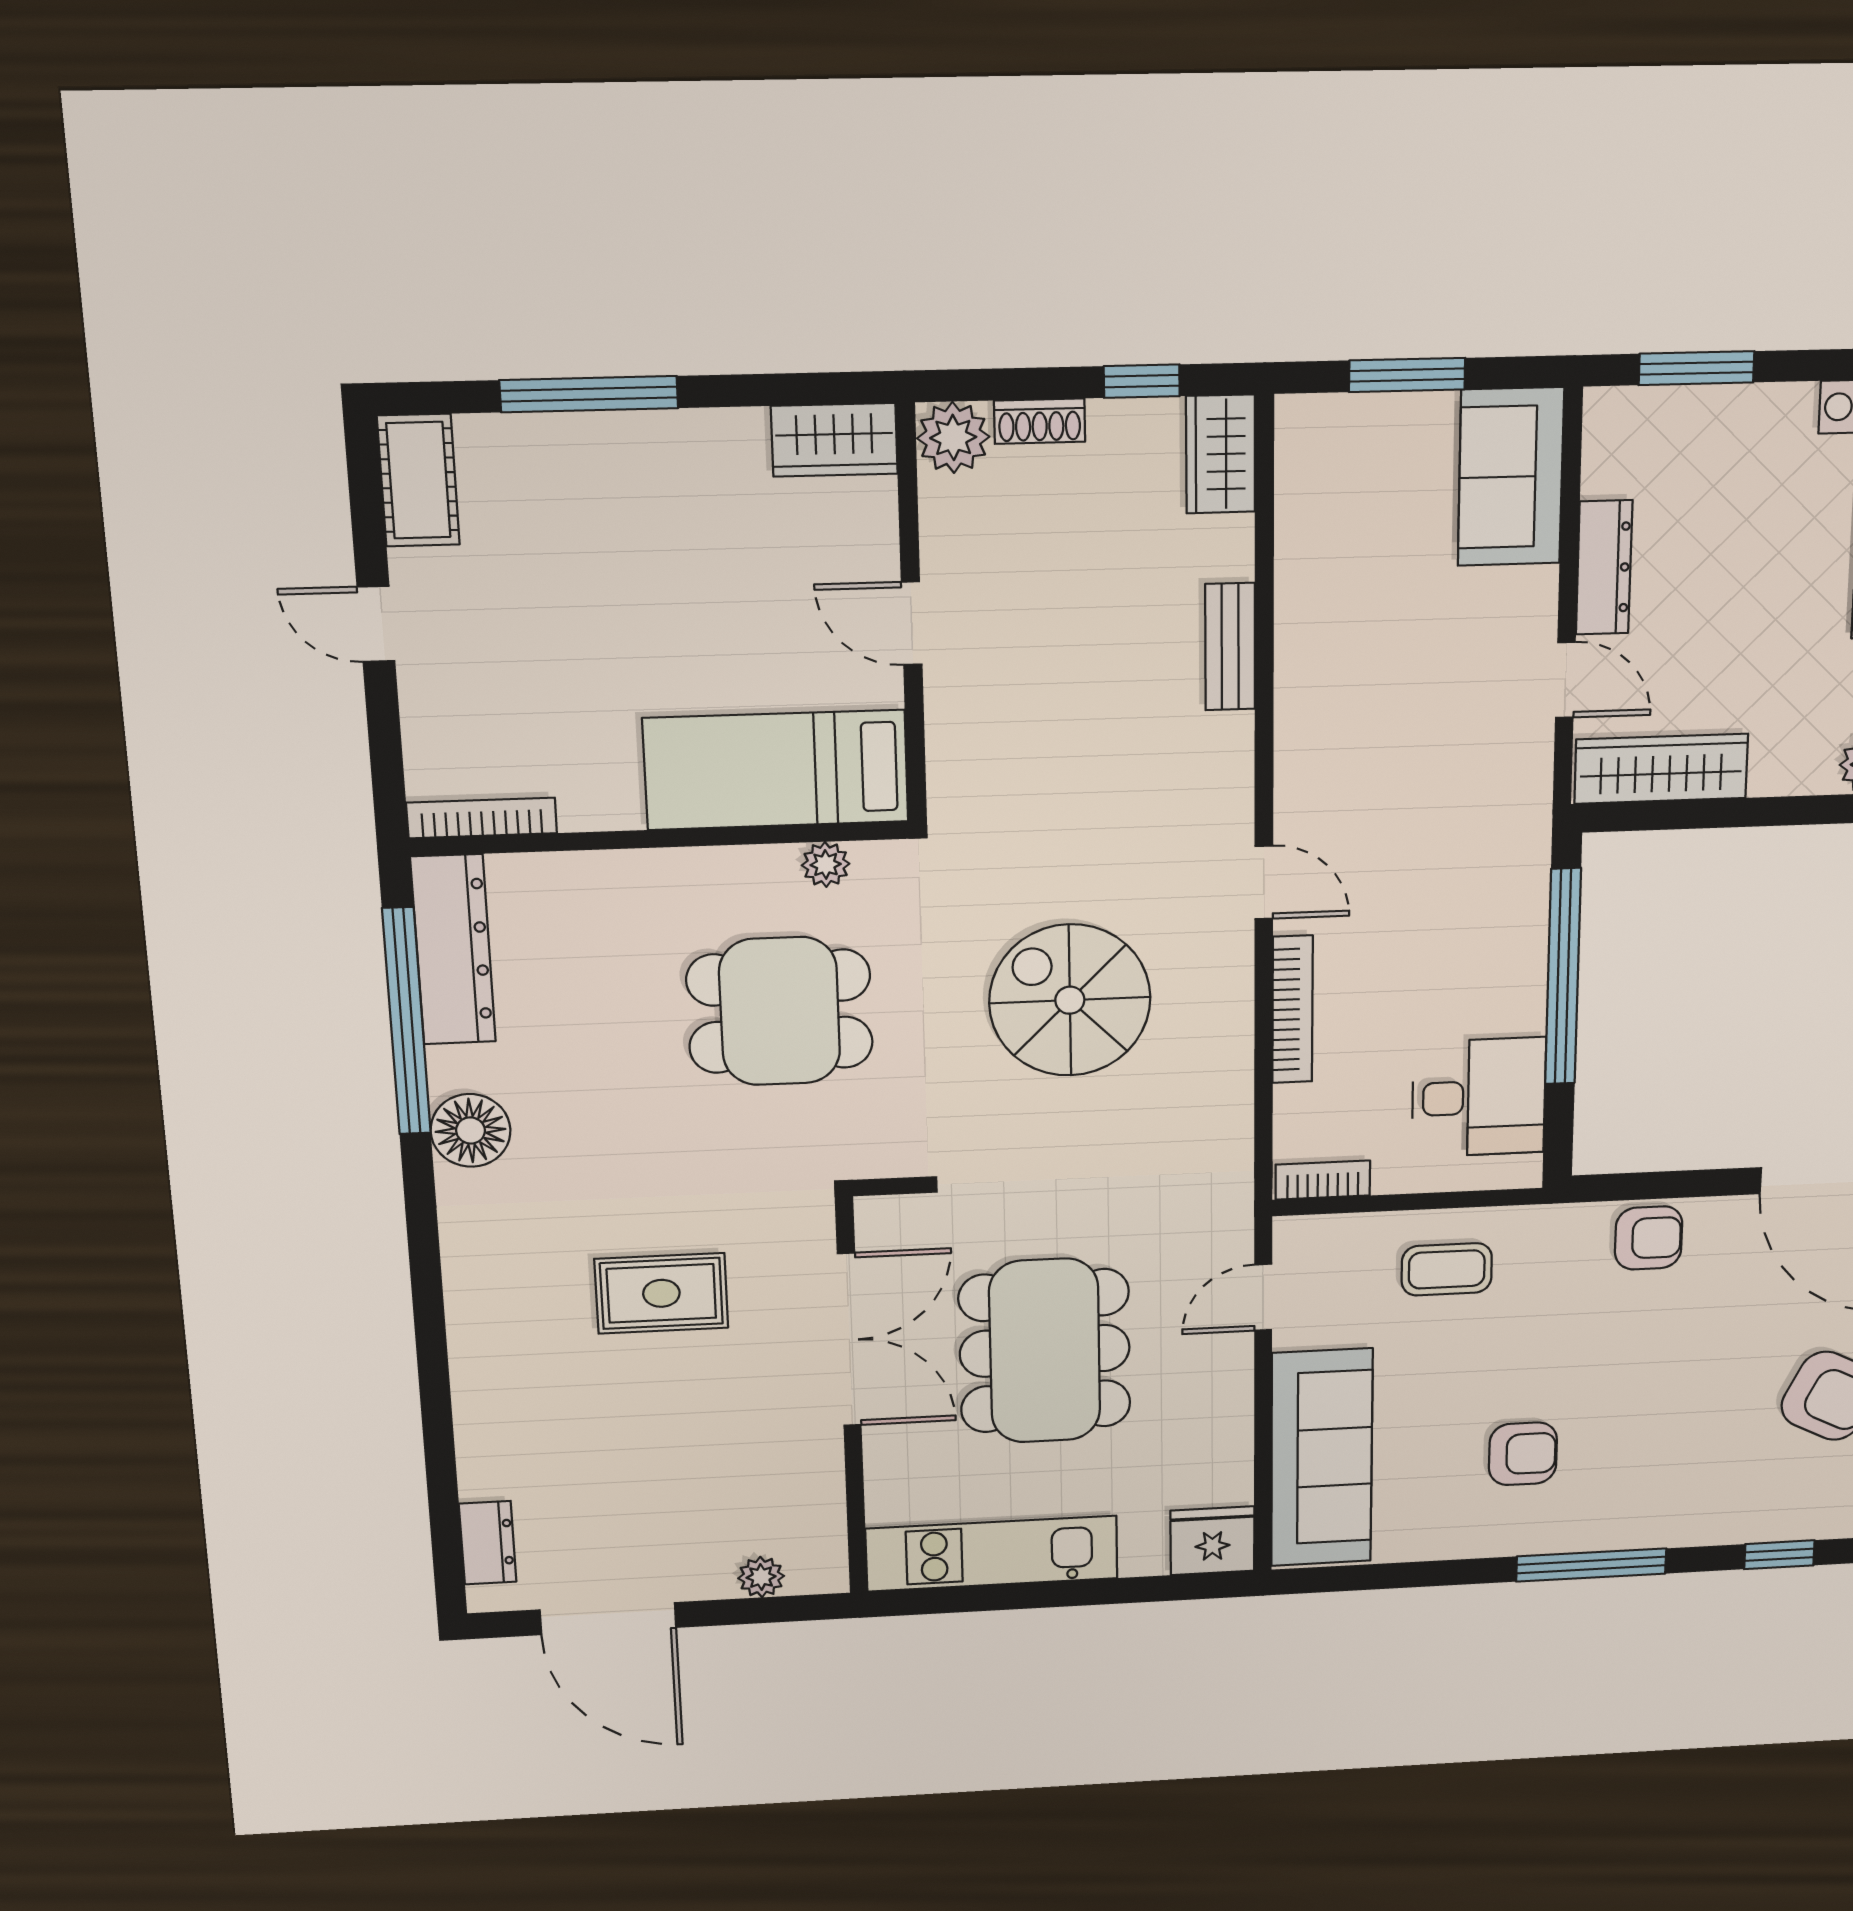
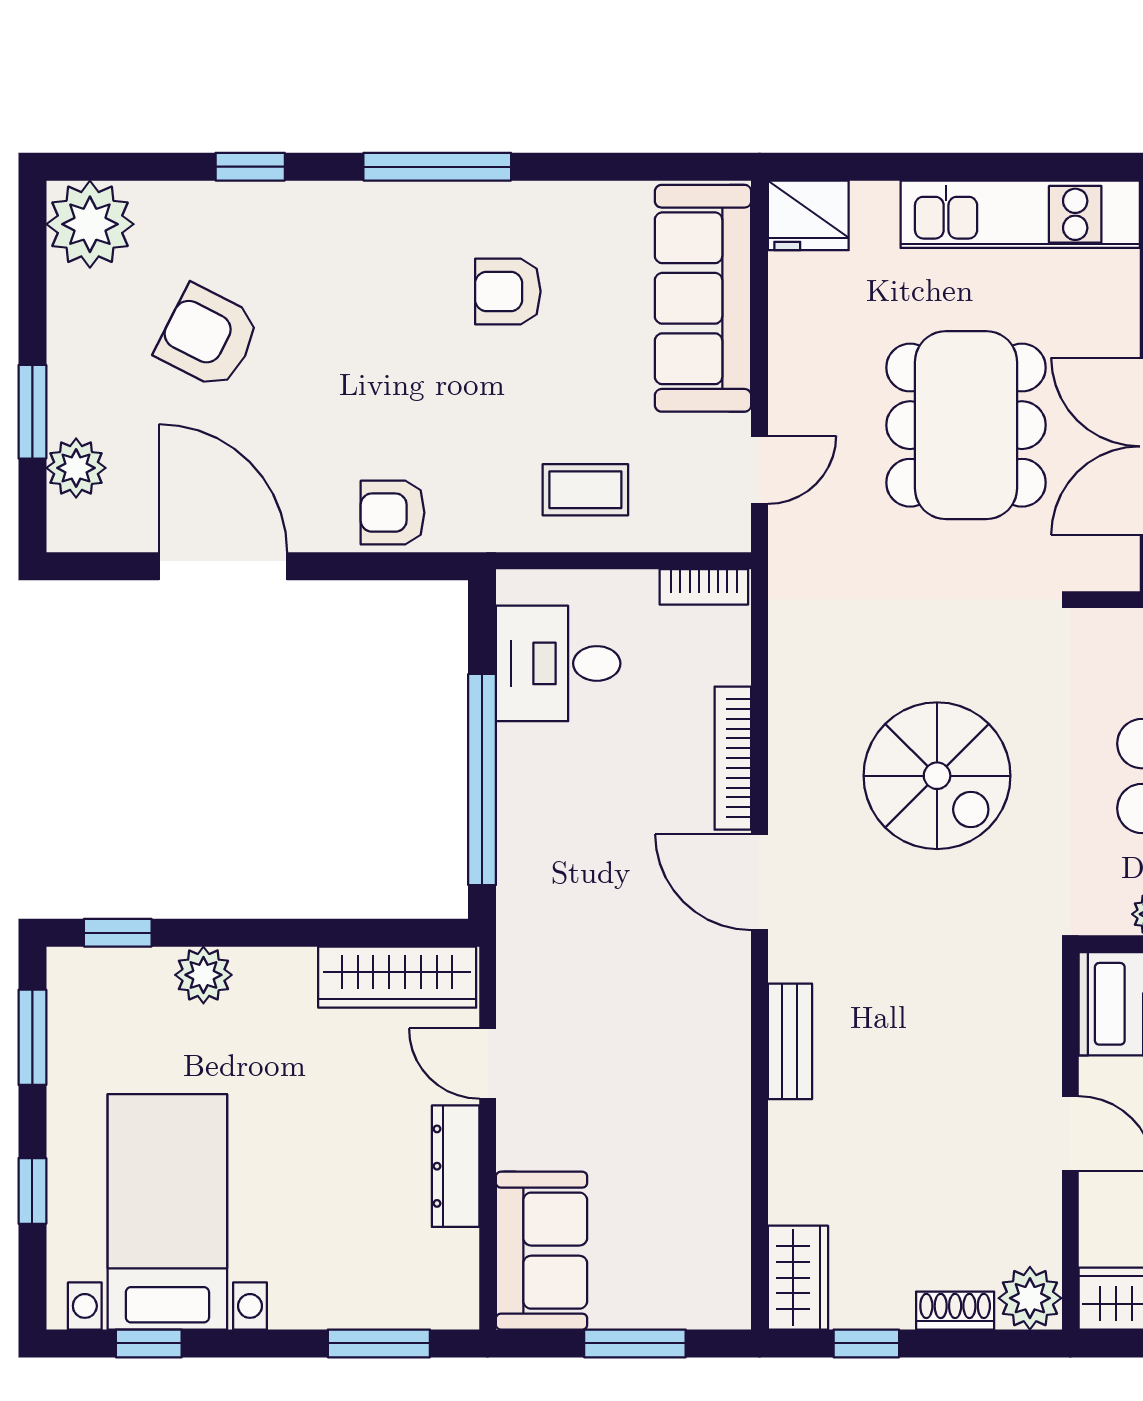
bench: (1230, 647) -> (790, 1041), moved
door: (1264, 882) -> (760, 882), width x1.38

